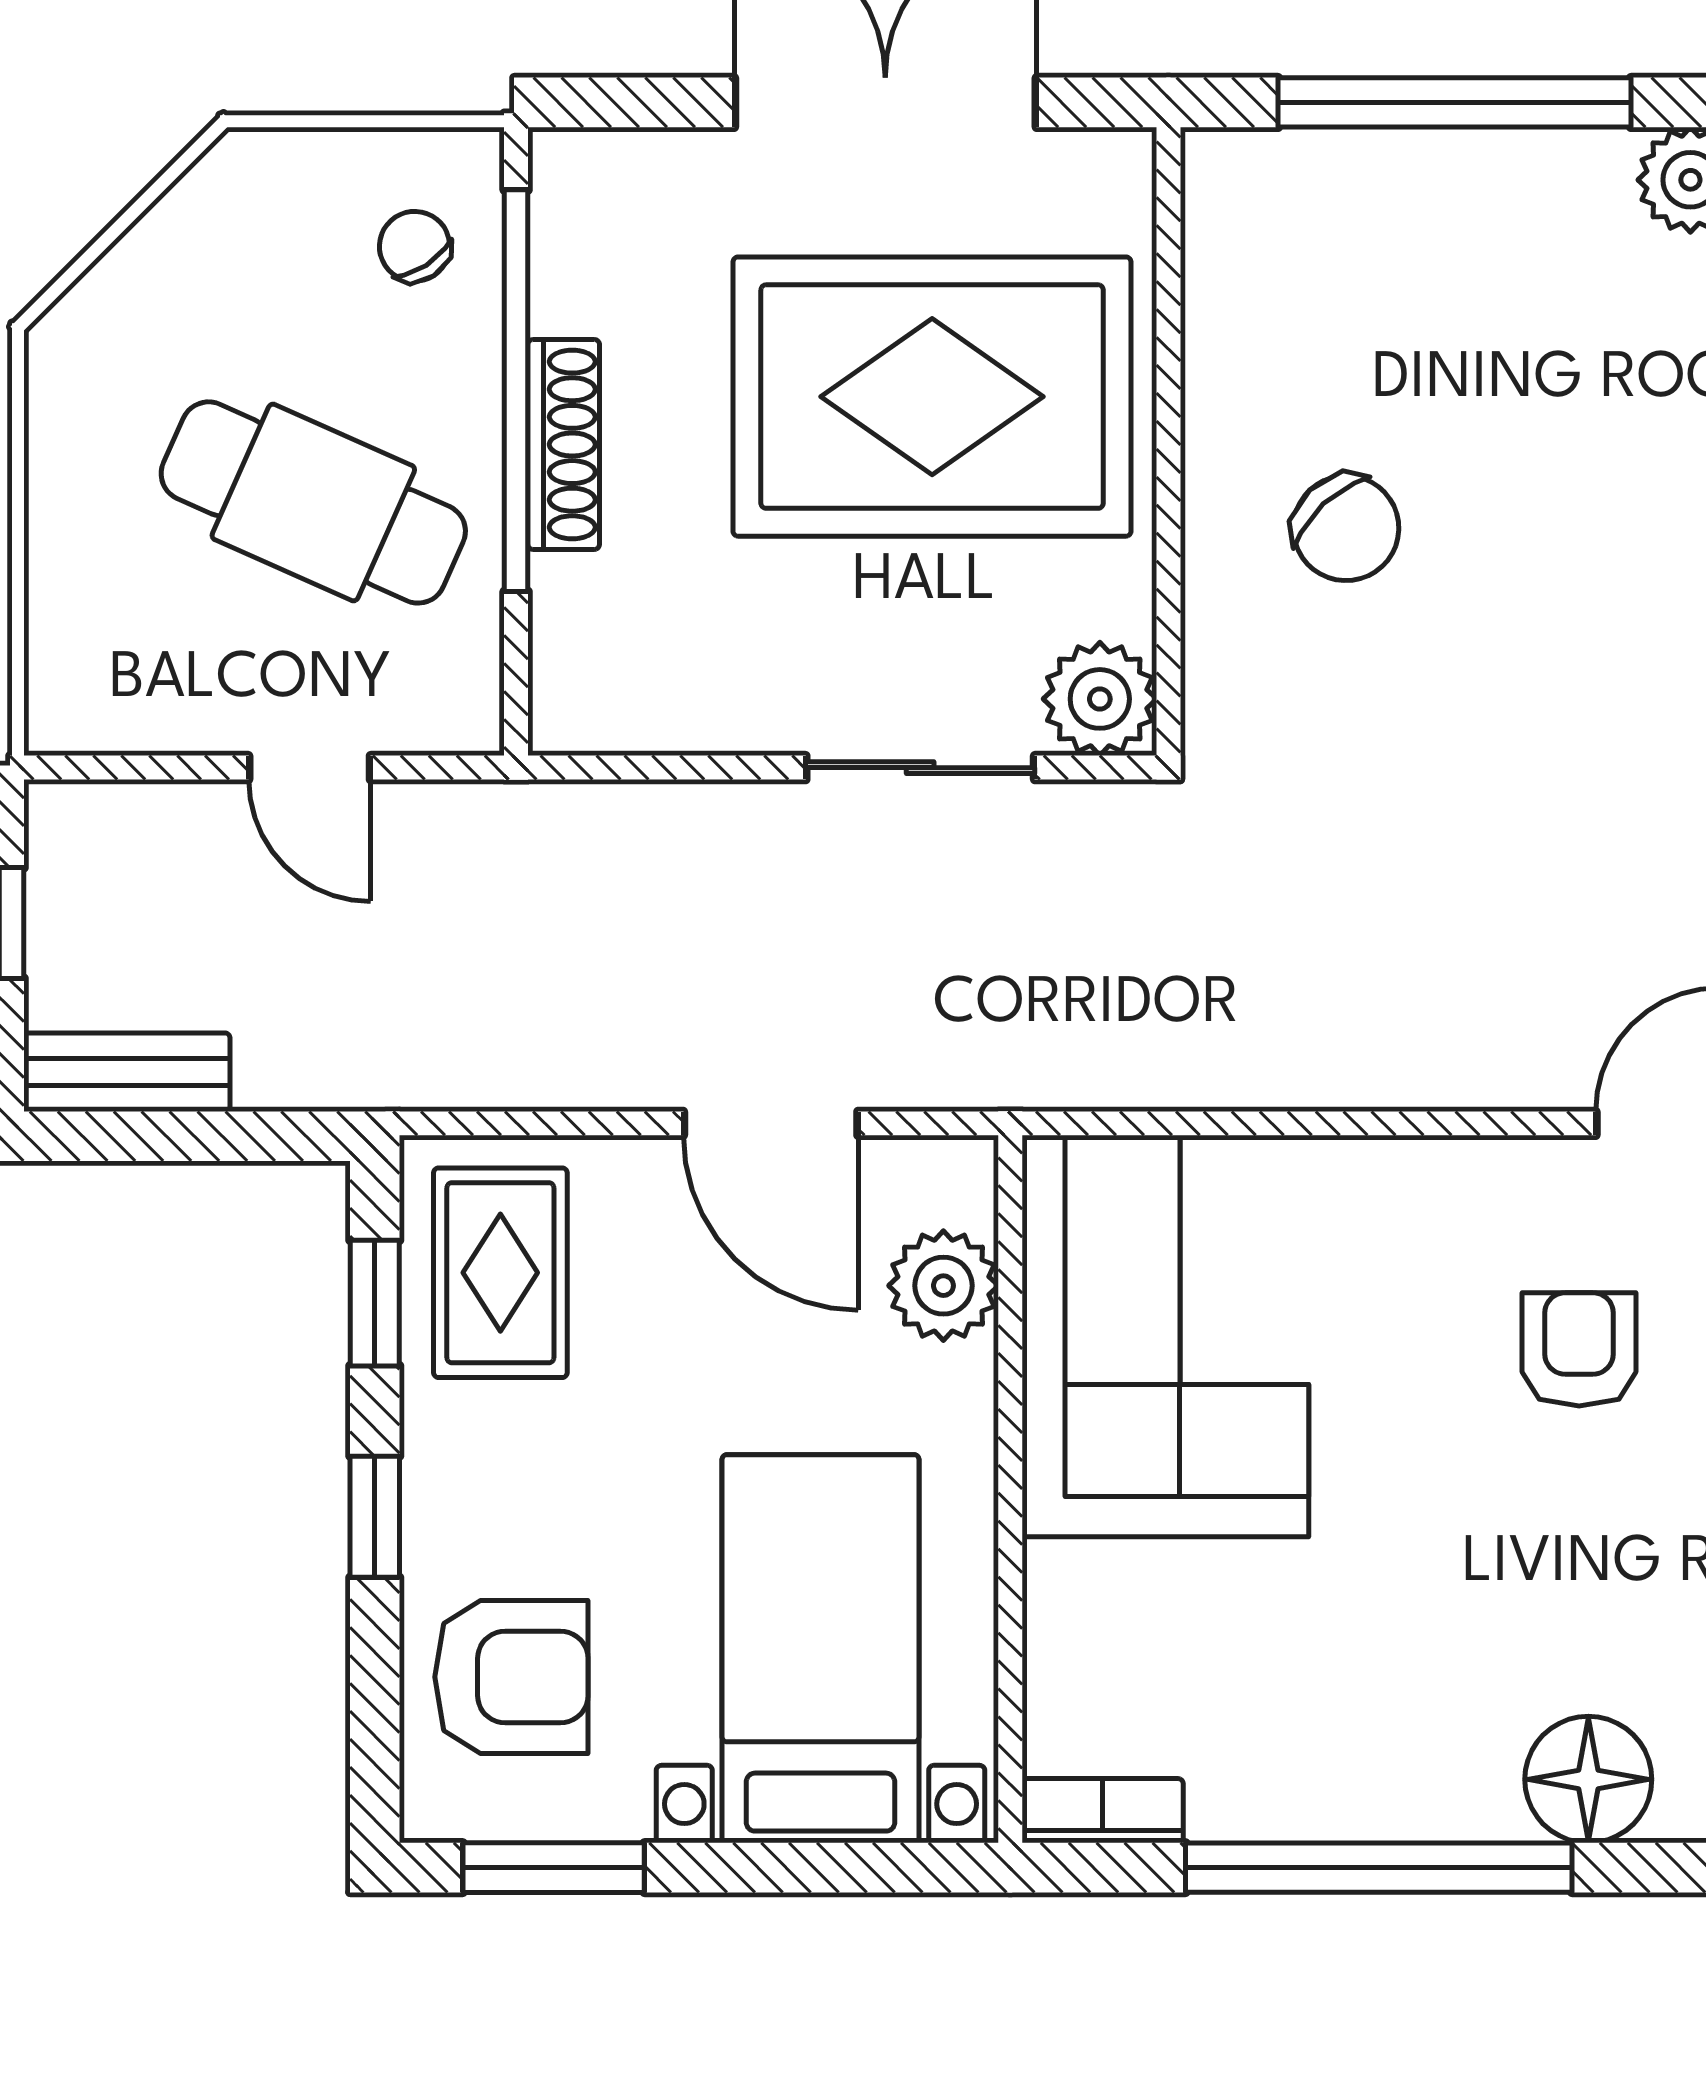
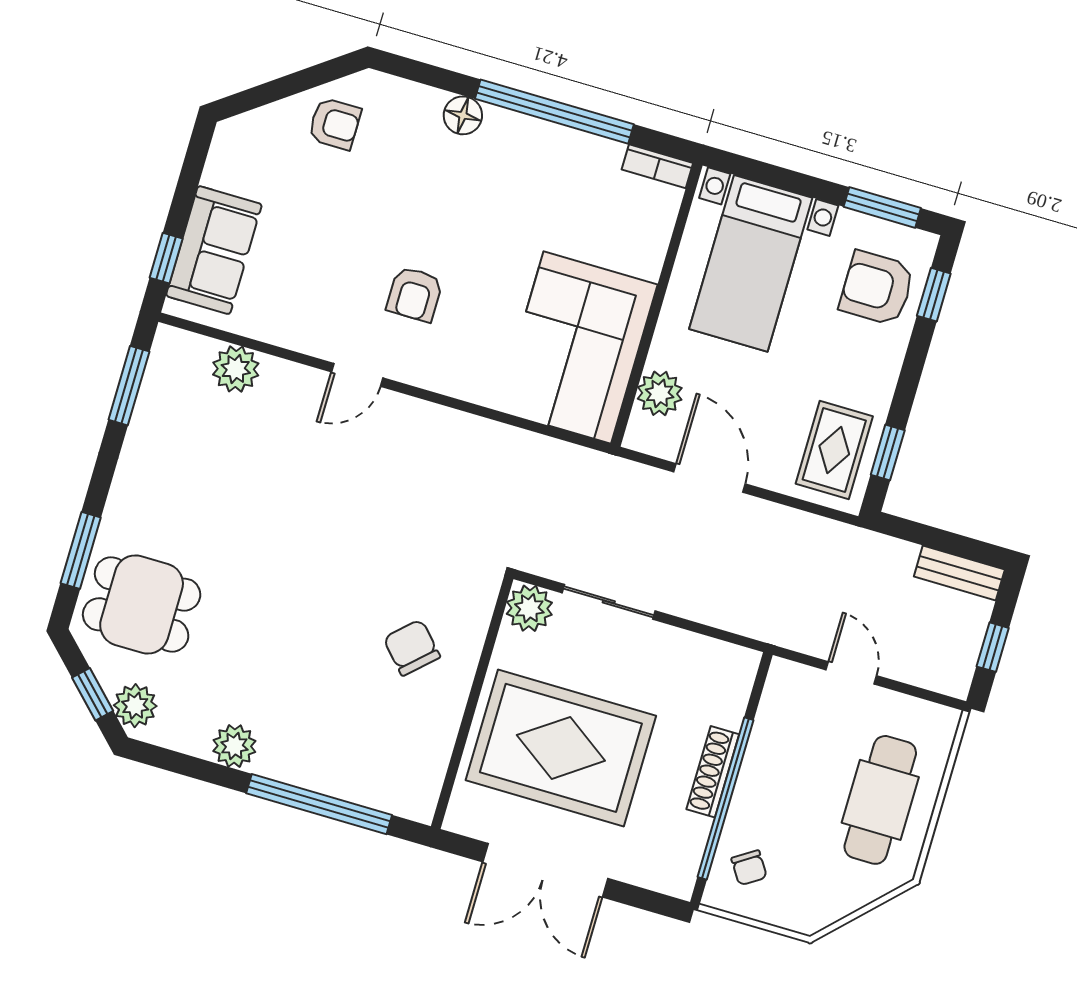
cafe table: (313, 502) -> (880, 800), moved, turned 66
window: (375, 1517) -> (934, 295), moved
floor lamp: (1588, 1779) -> (463, 115), width x0.73, depth x0.73

